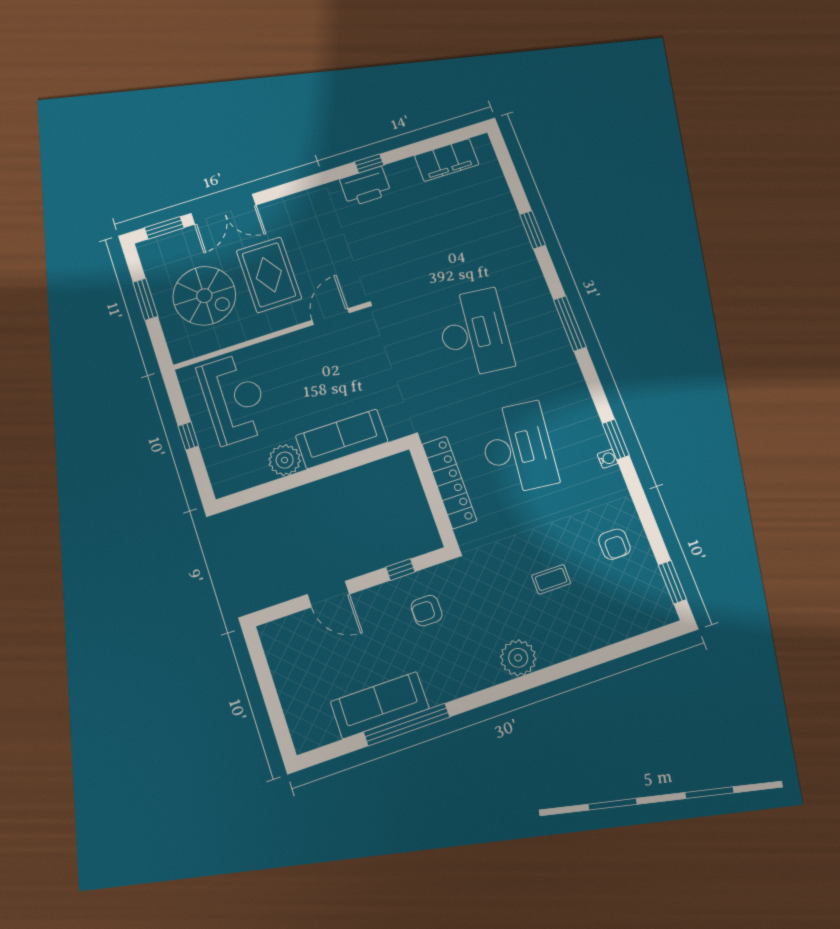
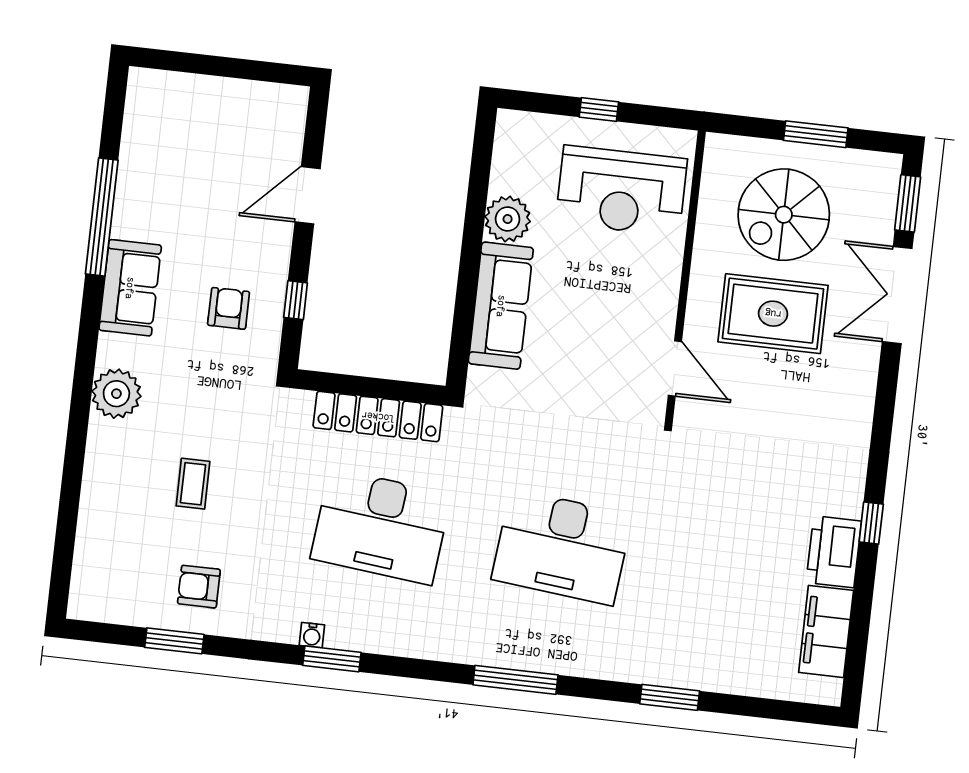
printer: (365, 187) -> (834, 552), moved
window: (672, 582) -> (174, 641), moved
sofa: (380, 705) -> (130, 288), moved, width x0.73

